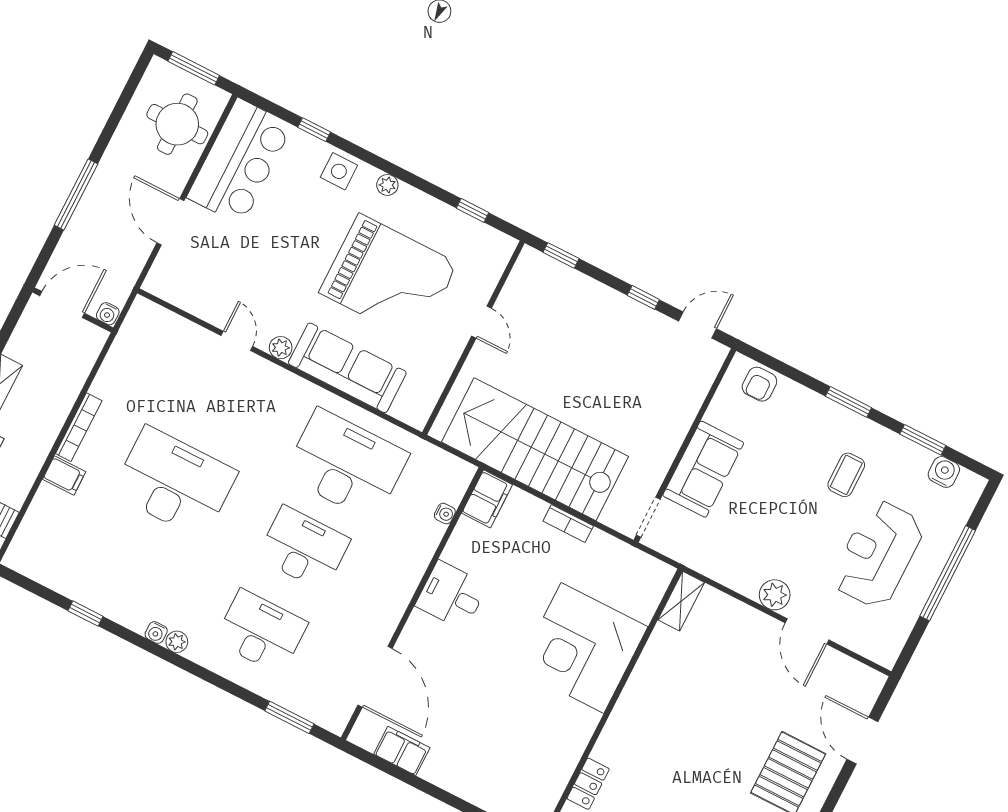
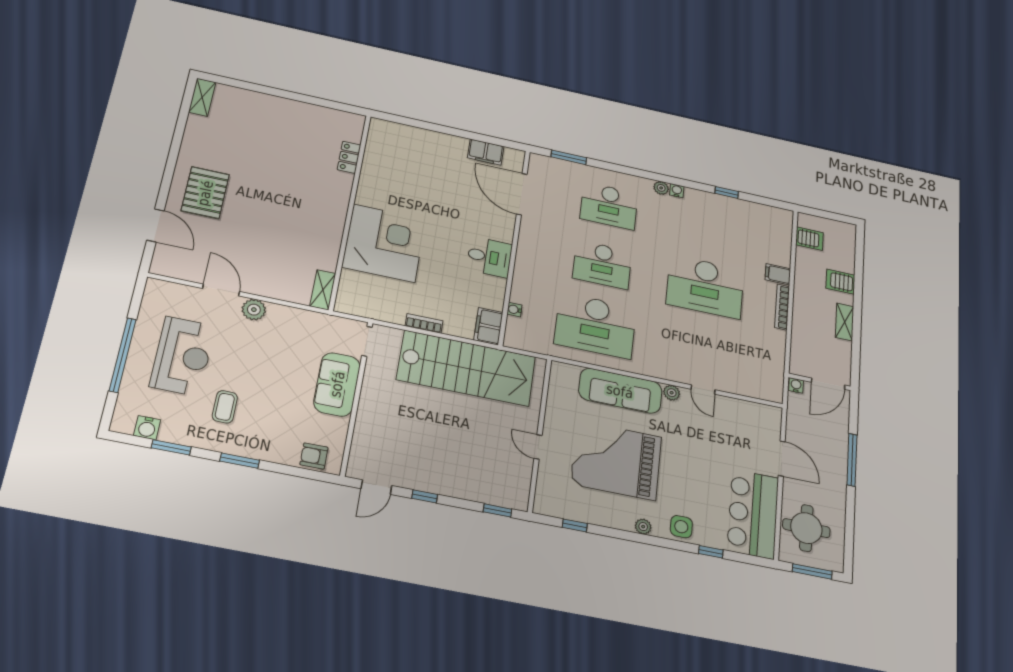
armchair: (759, 384) -> (314, 456), turned -90

